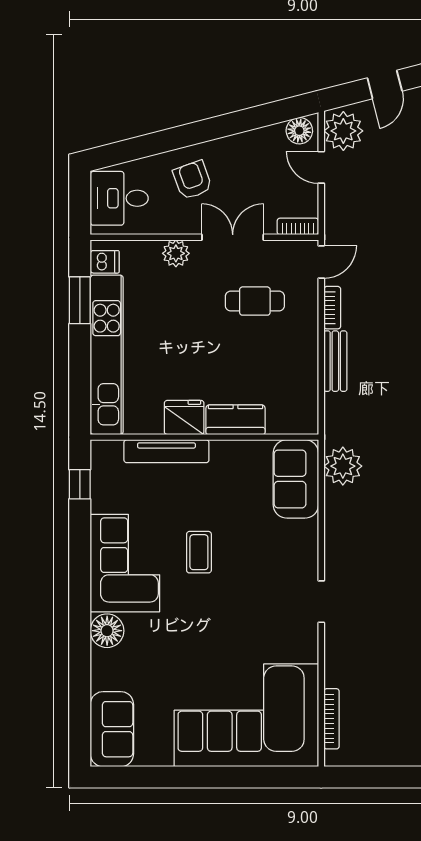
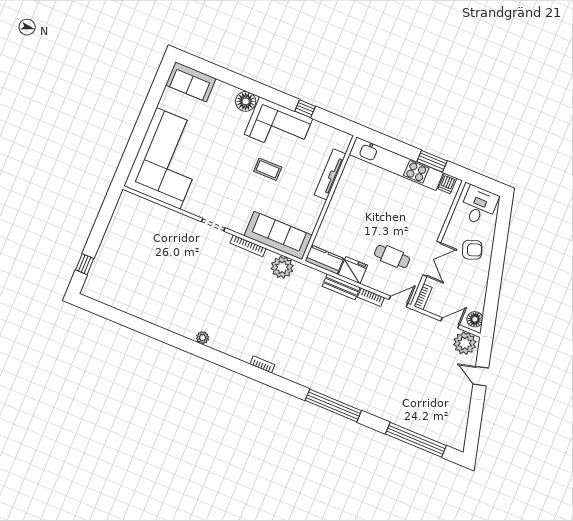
plant: (176, 253) -> (436, 224), removed
door: (321, 262) -> (398, 301), swing flipped
cafe table: (255, 301) -> (392, 256), turned 90
fridge: (184, 417) -> (353, 270), moved, turned -90
kitchen counter: (236, 420) -> (324, 260), moved, turned -90
sofa: (296, 479) -> (278, 235), width x1.36
window: (80, 484) -> (305, 109), moved
bookcase: (331, 719) -> (248, 246), moved

